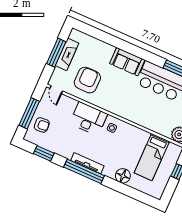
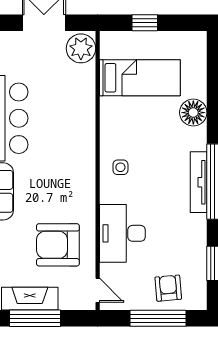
door: (56, 90) -> (98, 290), hinge flipped
desk: (89, 119) -> (122, 233), moved

